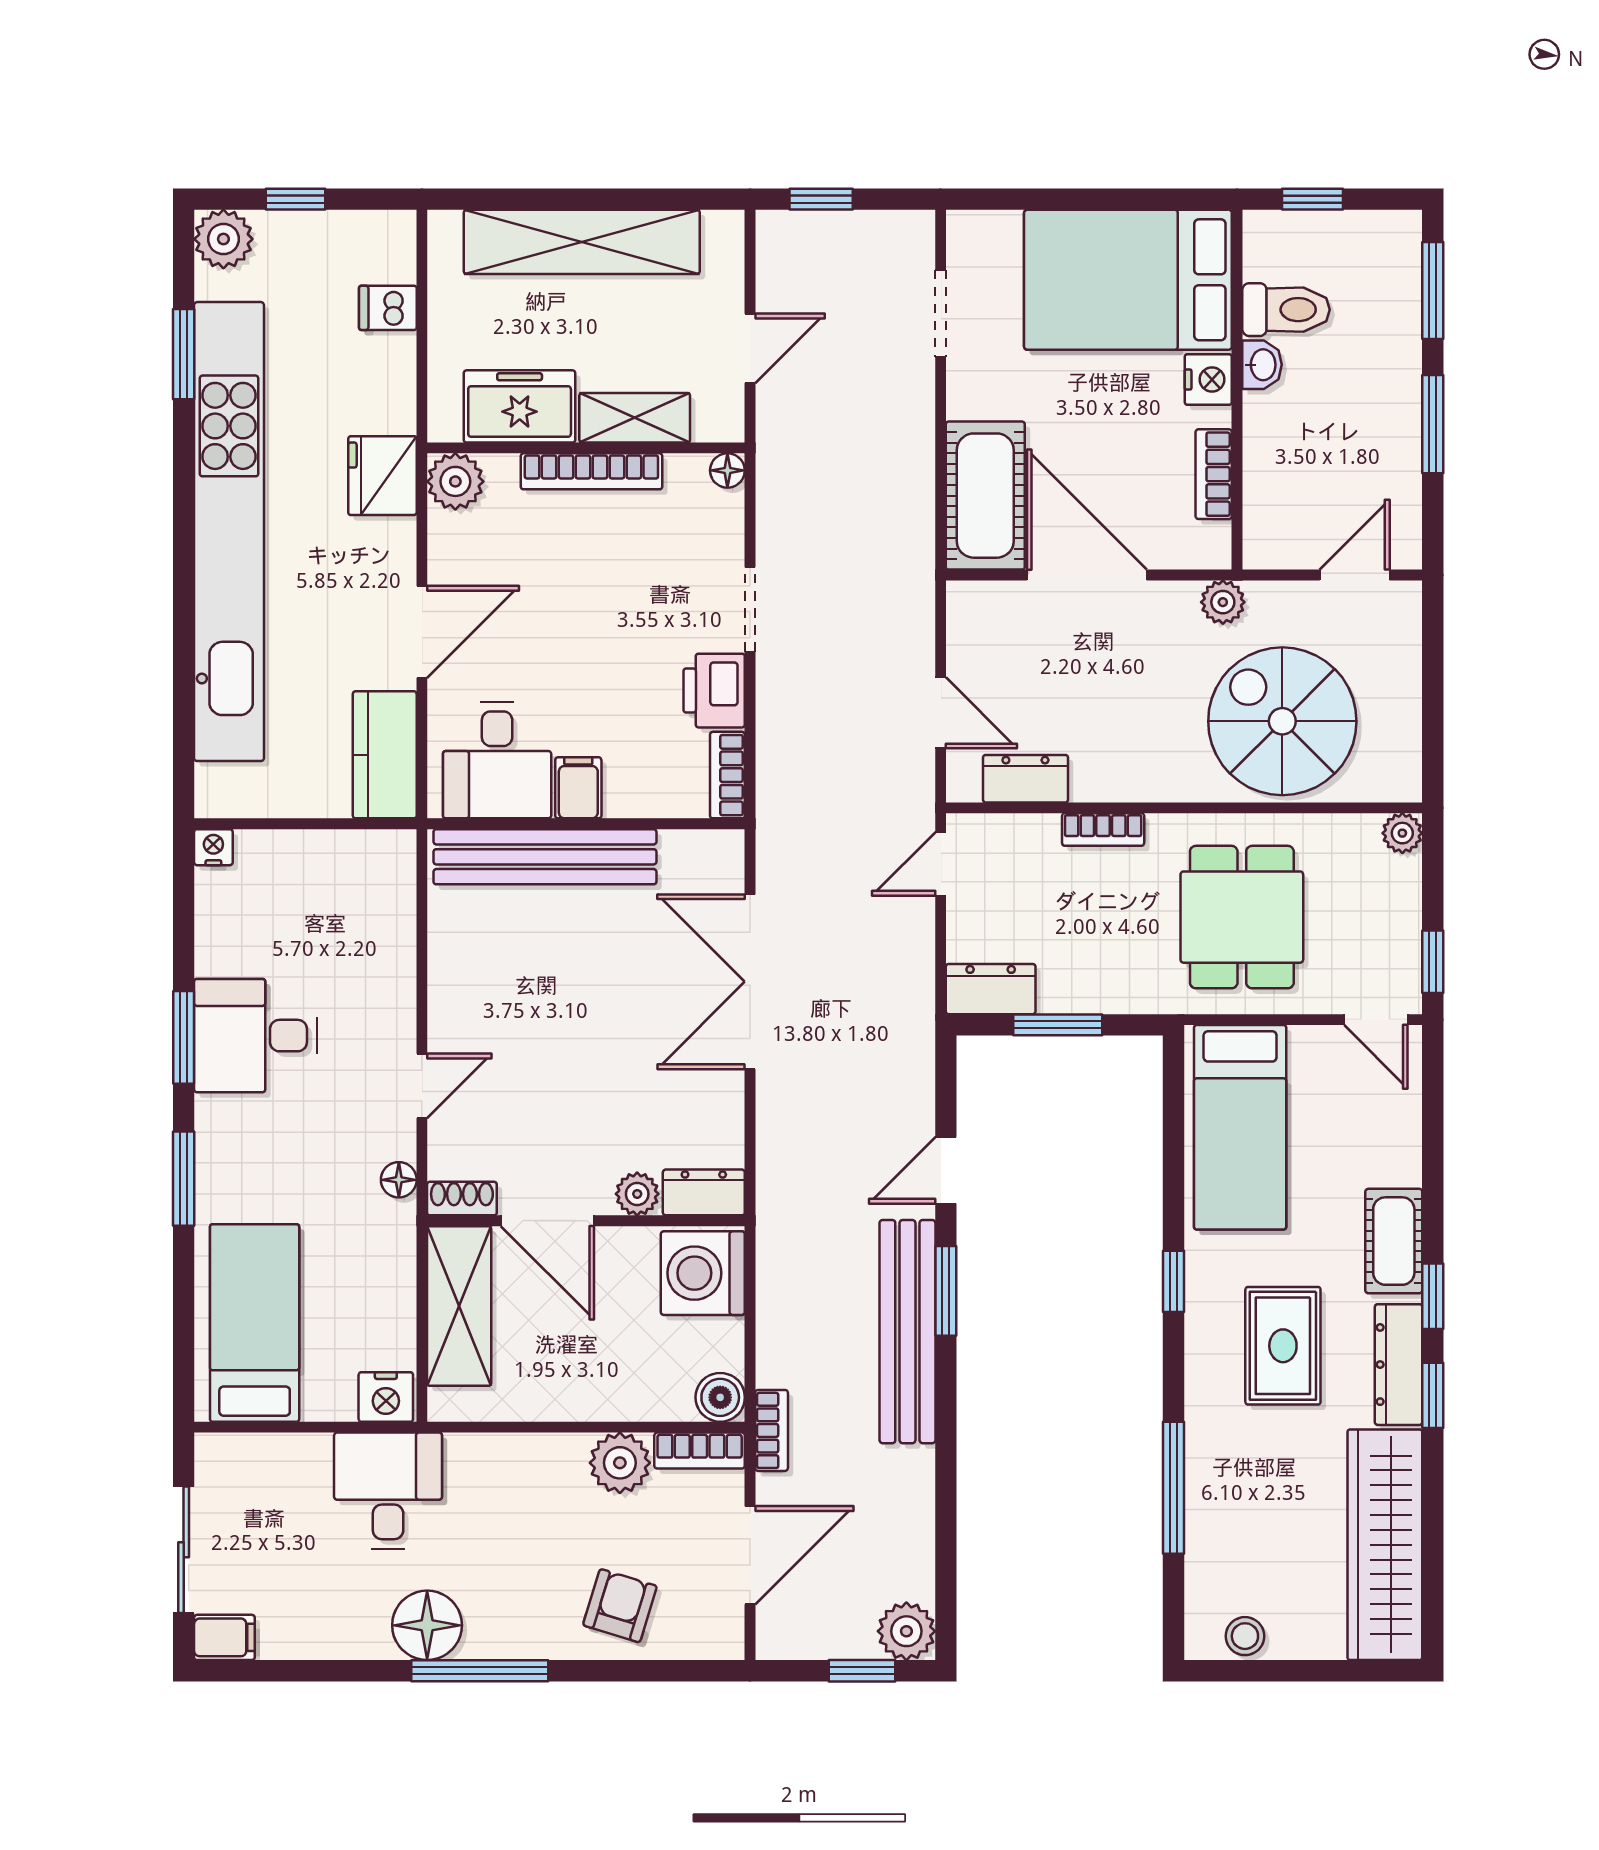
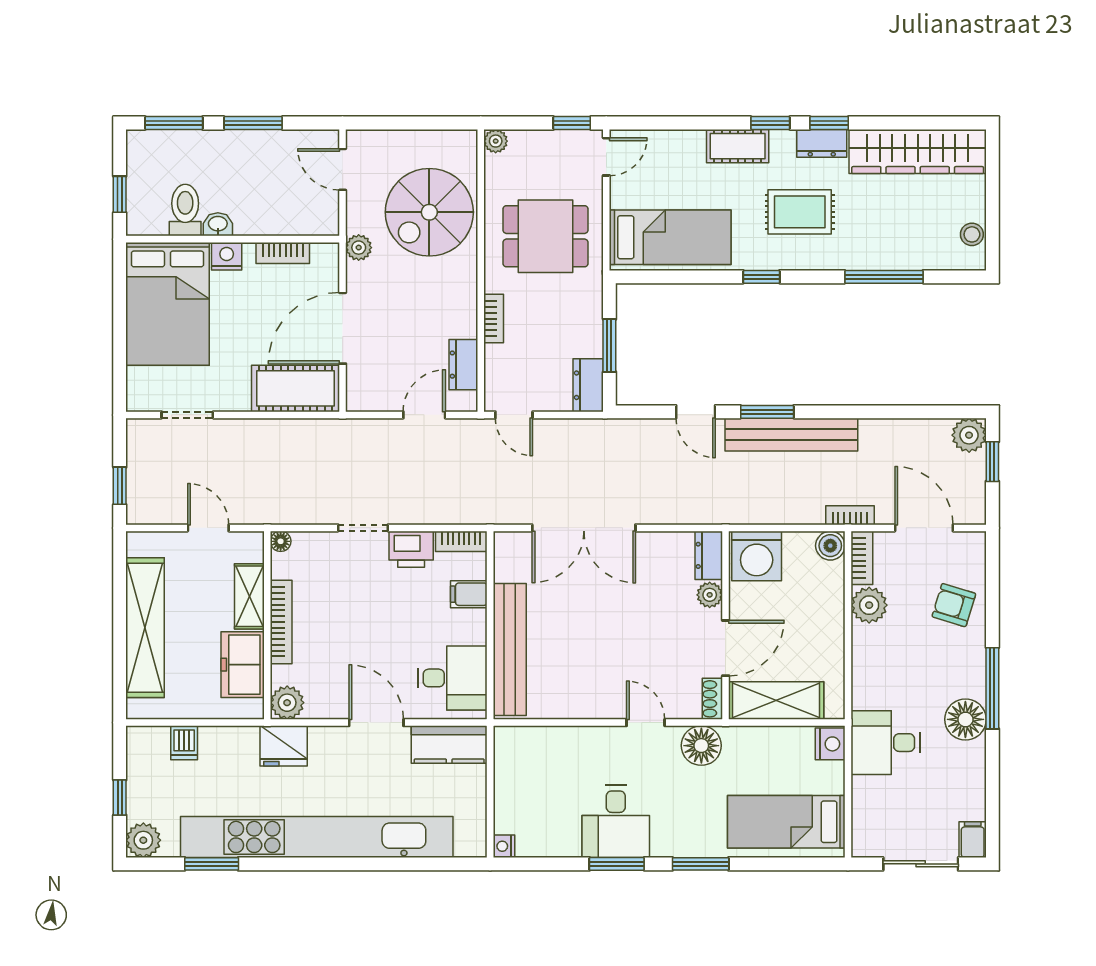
filing cabinet: (578, 788) -> (469, 594), moved
floor lamp: (399, 1180) -> (701, 746), width x1.89, depth x1.89
dresser: (1399, 1365) -> (822, 143), width x0.70

